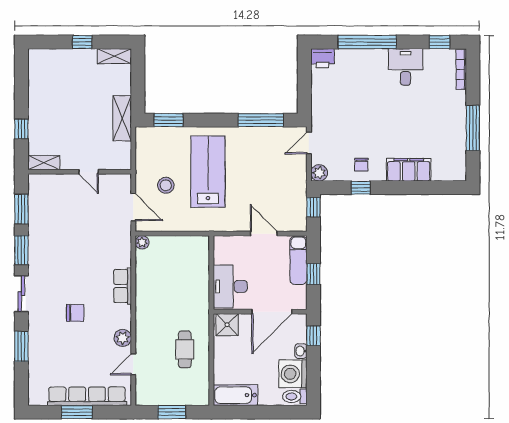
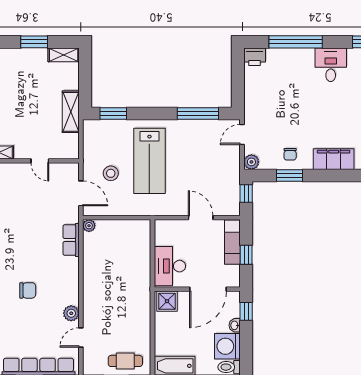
window: (82, 42) -> (34, 42), width x1.50
lab bench: (208, 172) -> (149, 161), turned 180
window: (361, 188) -> (289, 176), width x1.50
row of seats: (123, 286) -> (71, 240), moved
cafe table: (185, 349) -> (125, 361), moved, turned 90

